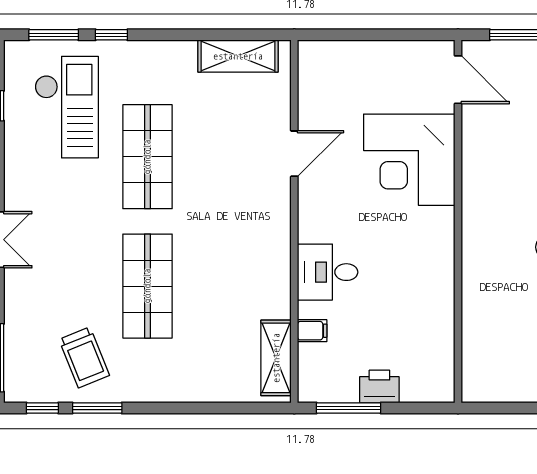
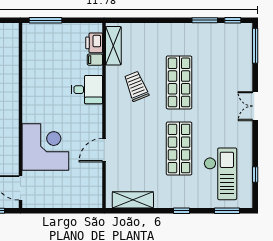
window: (111, 35) -> (182, 211), moved
checkout: (67, 107) -> (220, 174), turned 180
trolley: (84, 357) -> (136, 86), moved
printer: (379, 387) -> (94, 43), moved, turned 90
window: (349, 408) -> (46, 20), moved

